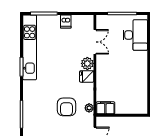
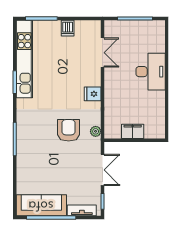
desk: (135, 35) -> (151, 72), moved
plant: (87, 63) -> (93, 78), removed
armchair: (67, 107) -> (69, 130), turned 180
filing cabinet: (105, 108) -> (133, 131), moved

